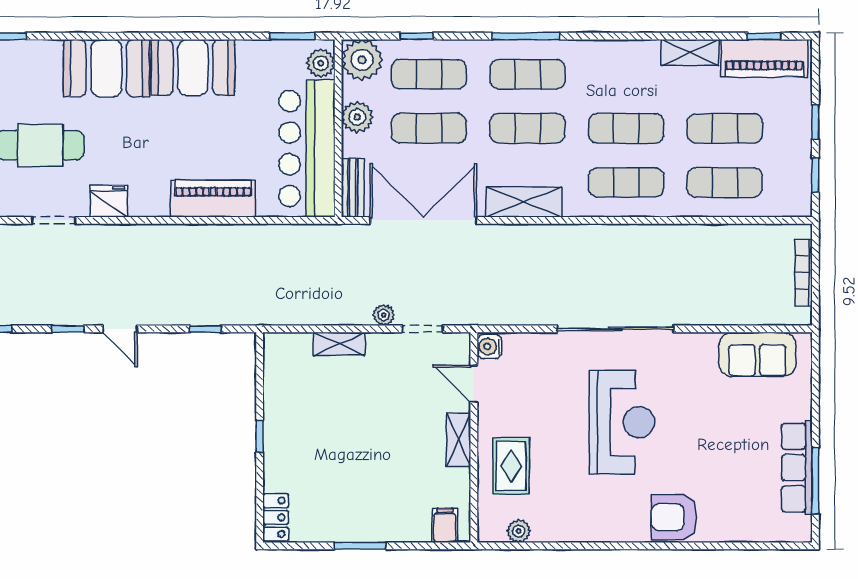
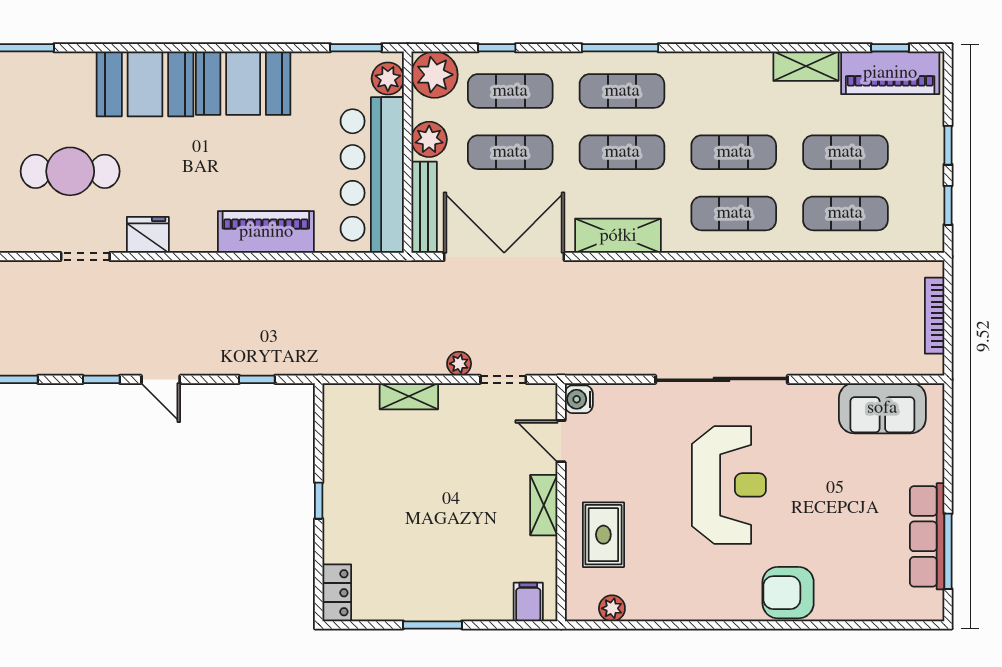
bench: (353, 188) -> (424, 207), width x1.36

